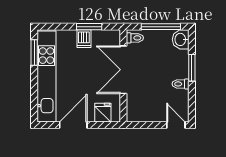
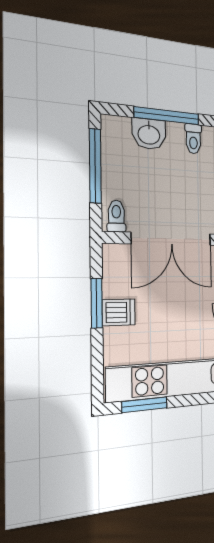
washbasin: (181, 39) -> (149, 134), moved
window: (192, 68) -> (167, 116), width x1.44

